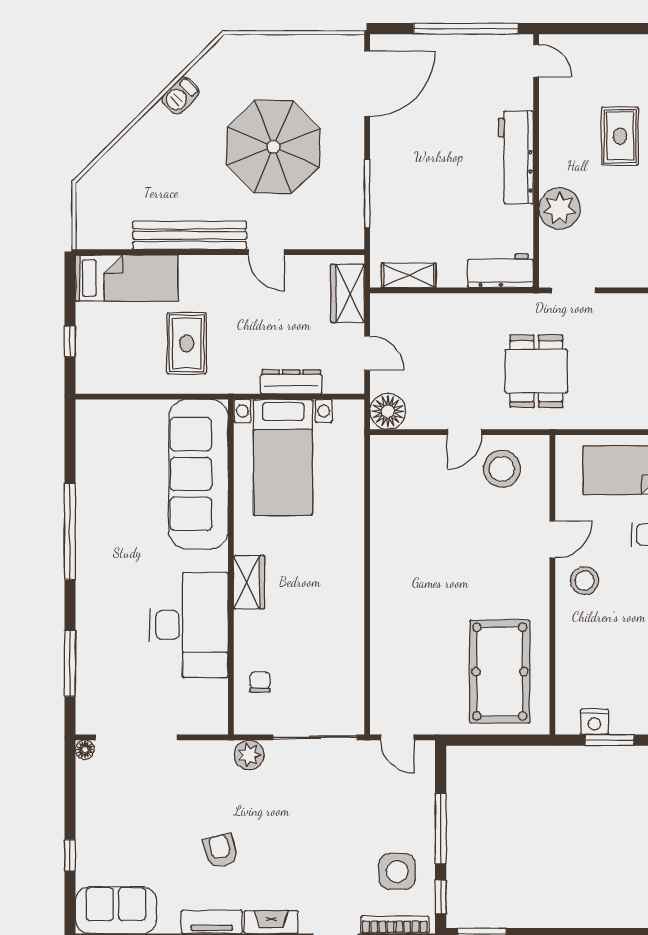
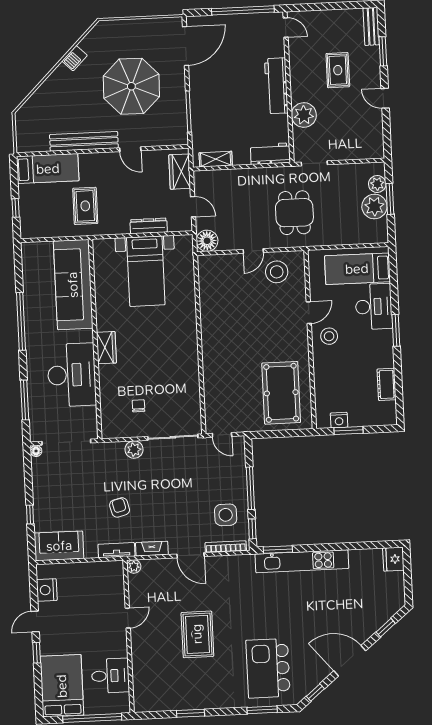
sofa: (198, 474) -> (73, 285), moved
wall: (231, 567) -> (95, 339), moved
wardrobe: (249, 582) -> (106, 348), moved
desk: (189, 625) -> (72, 375), moved

